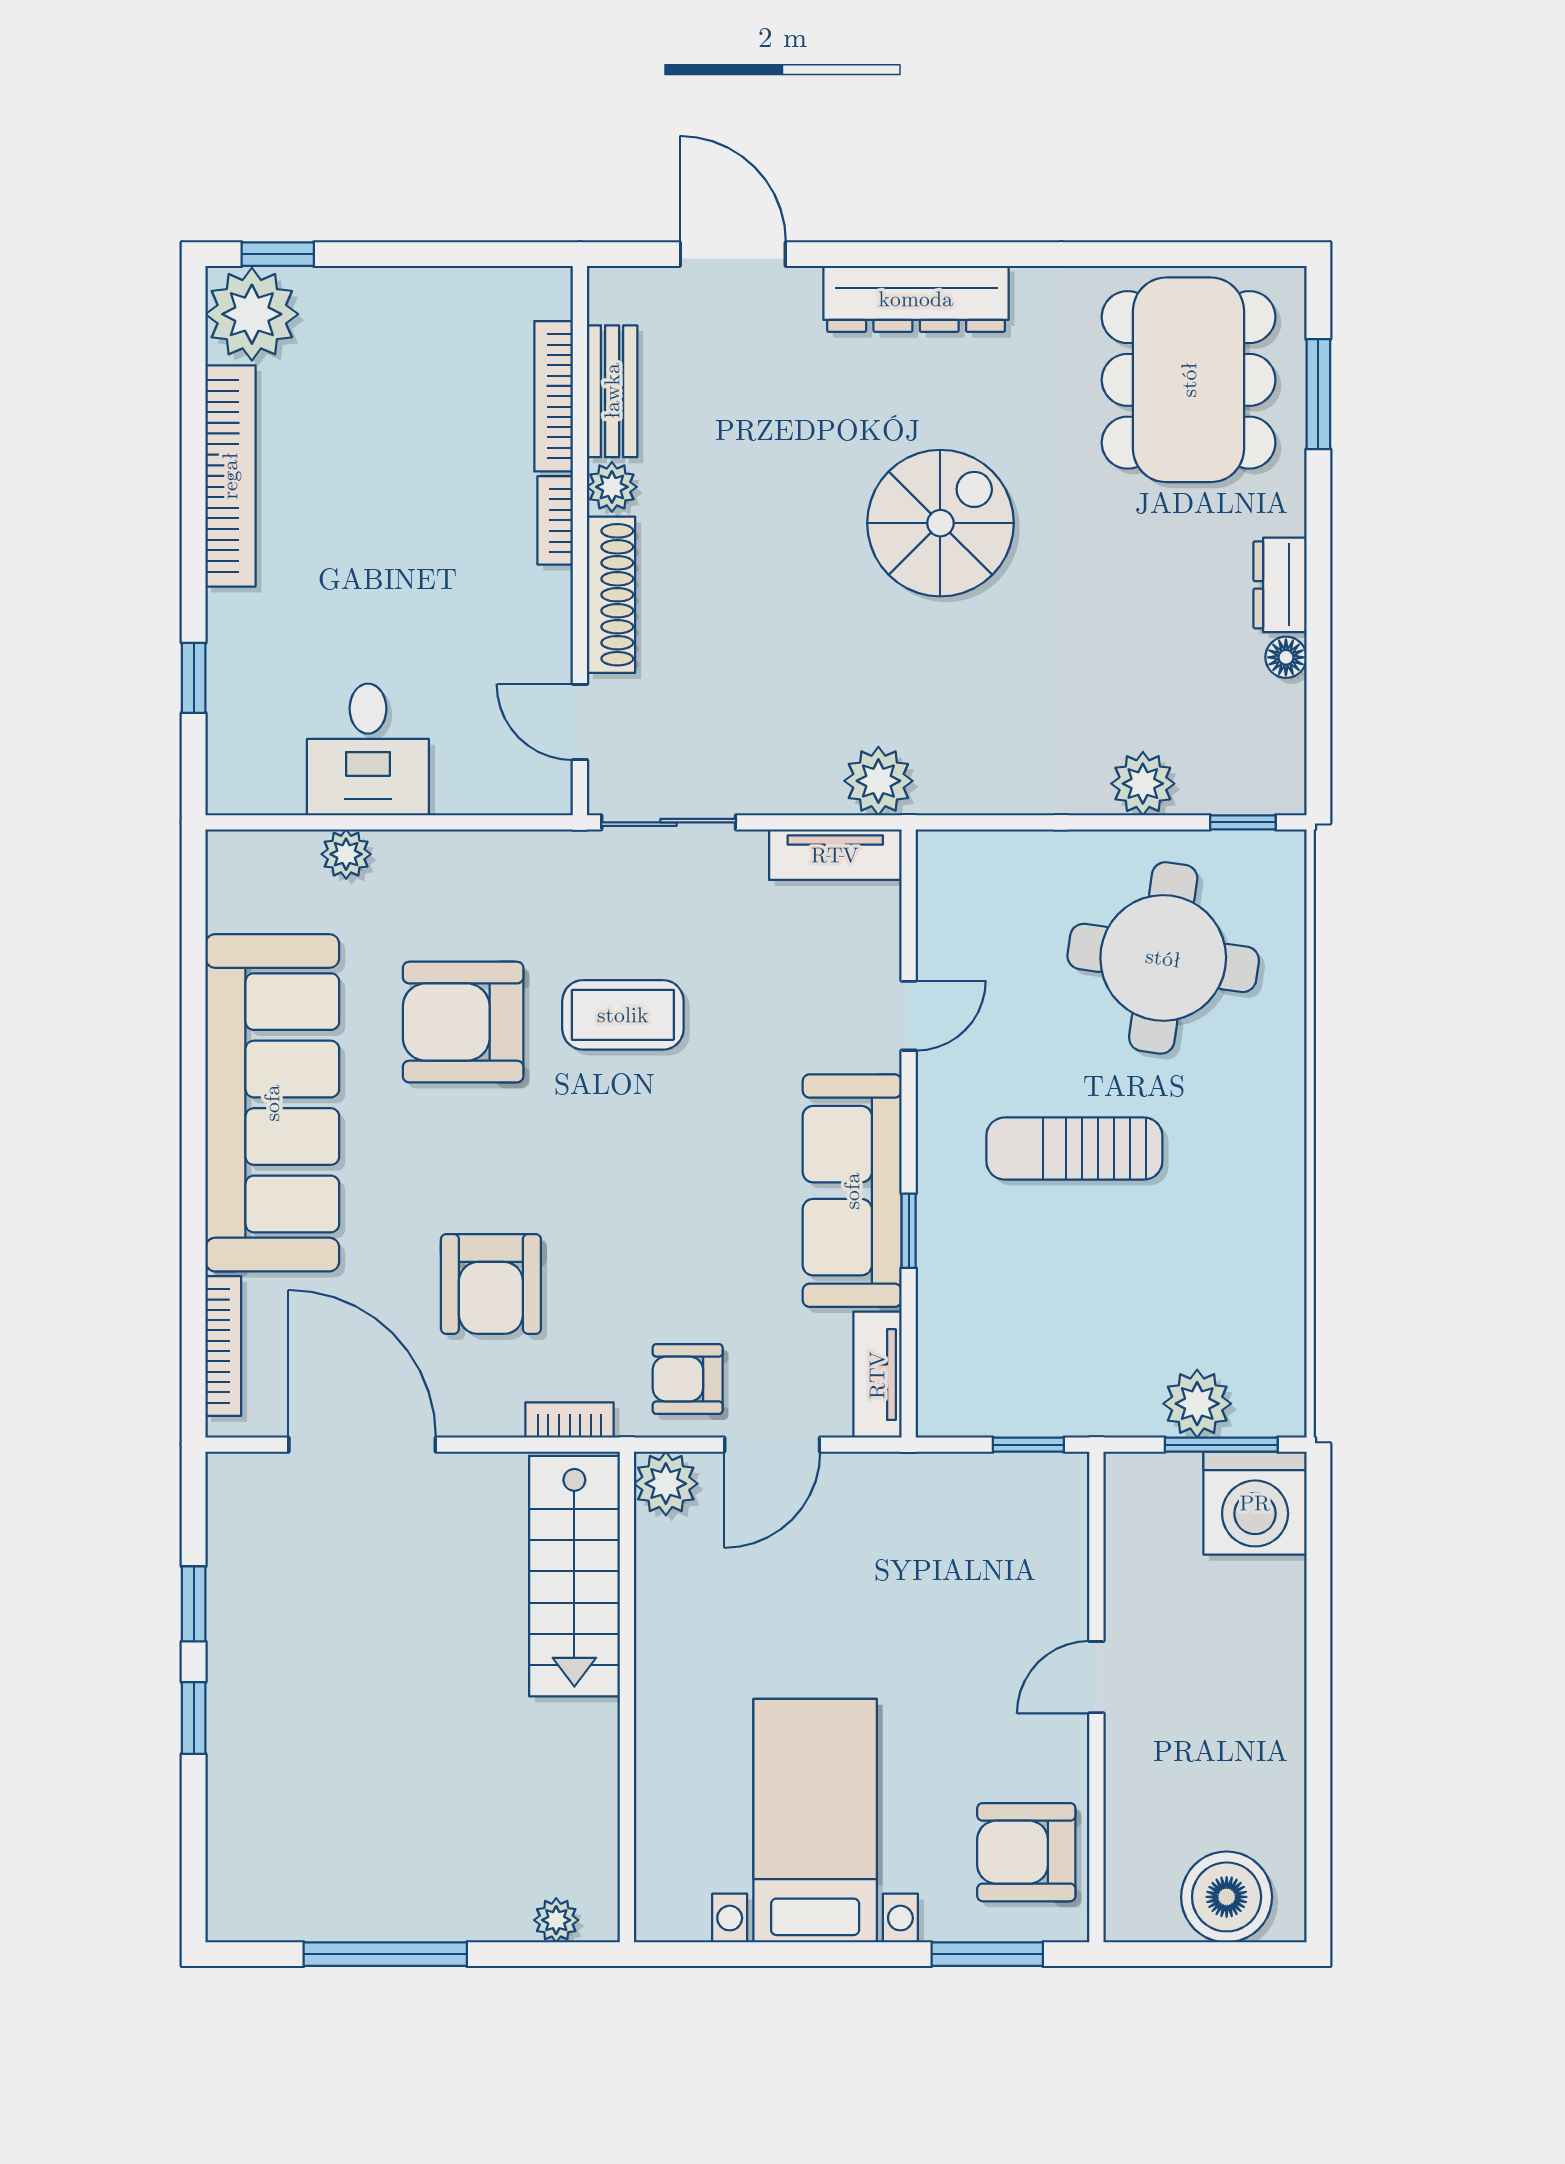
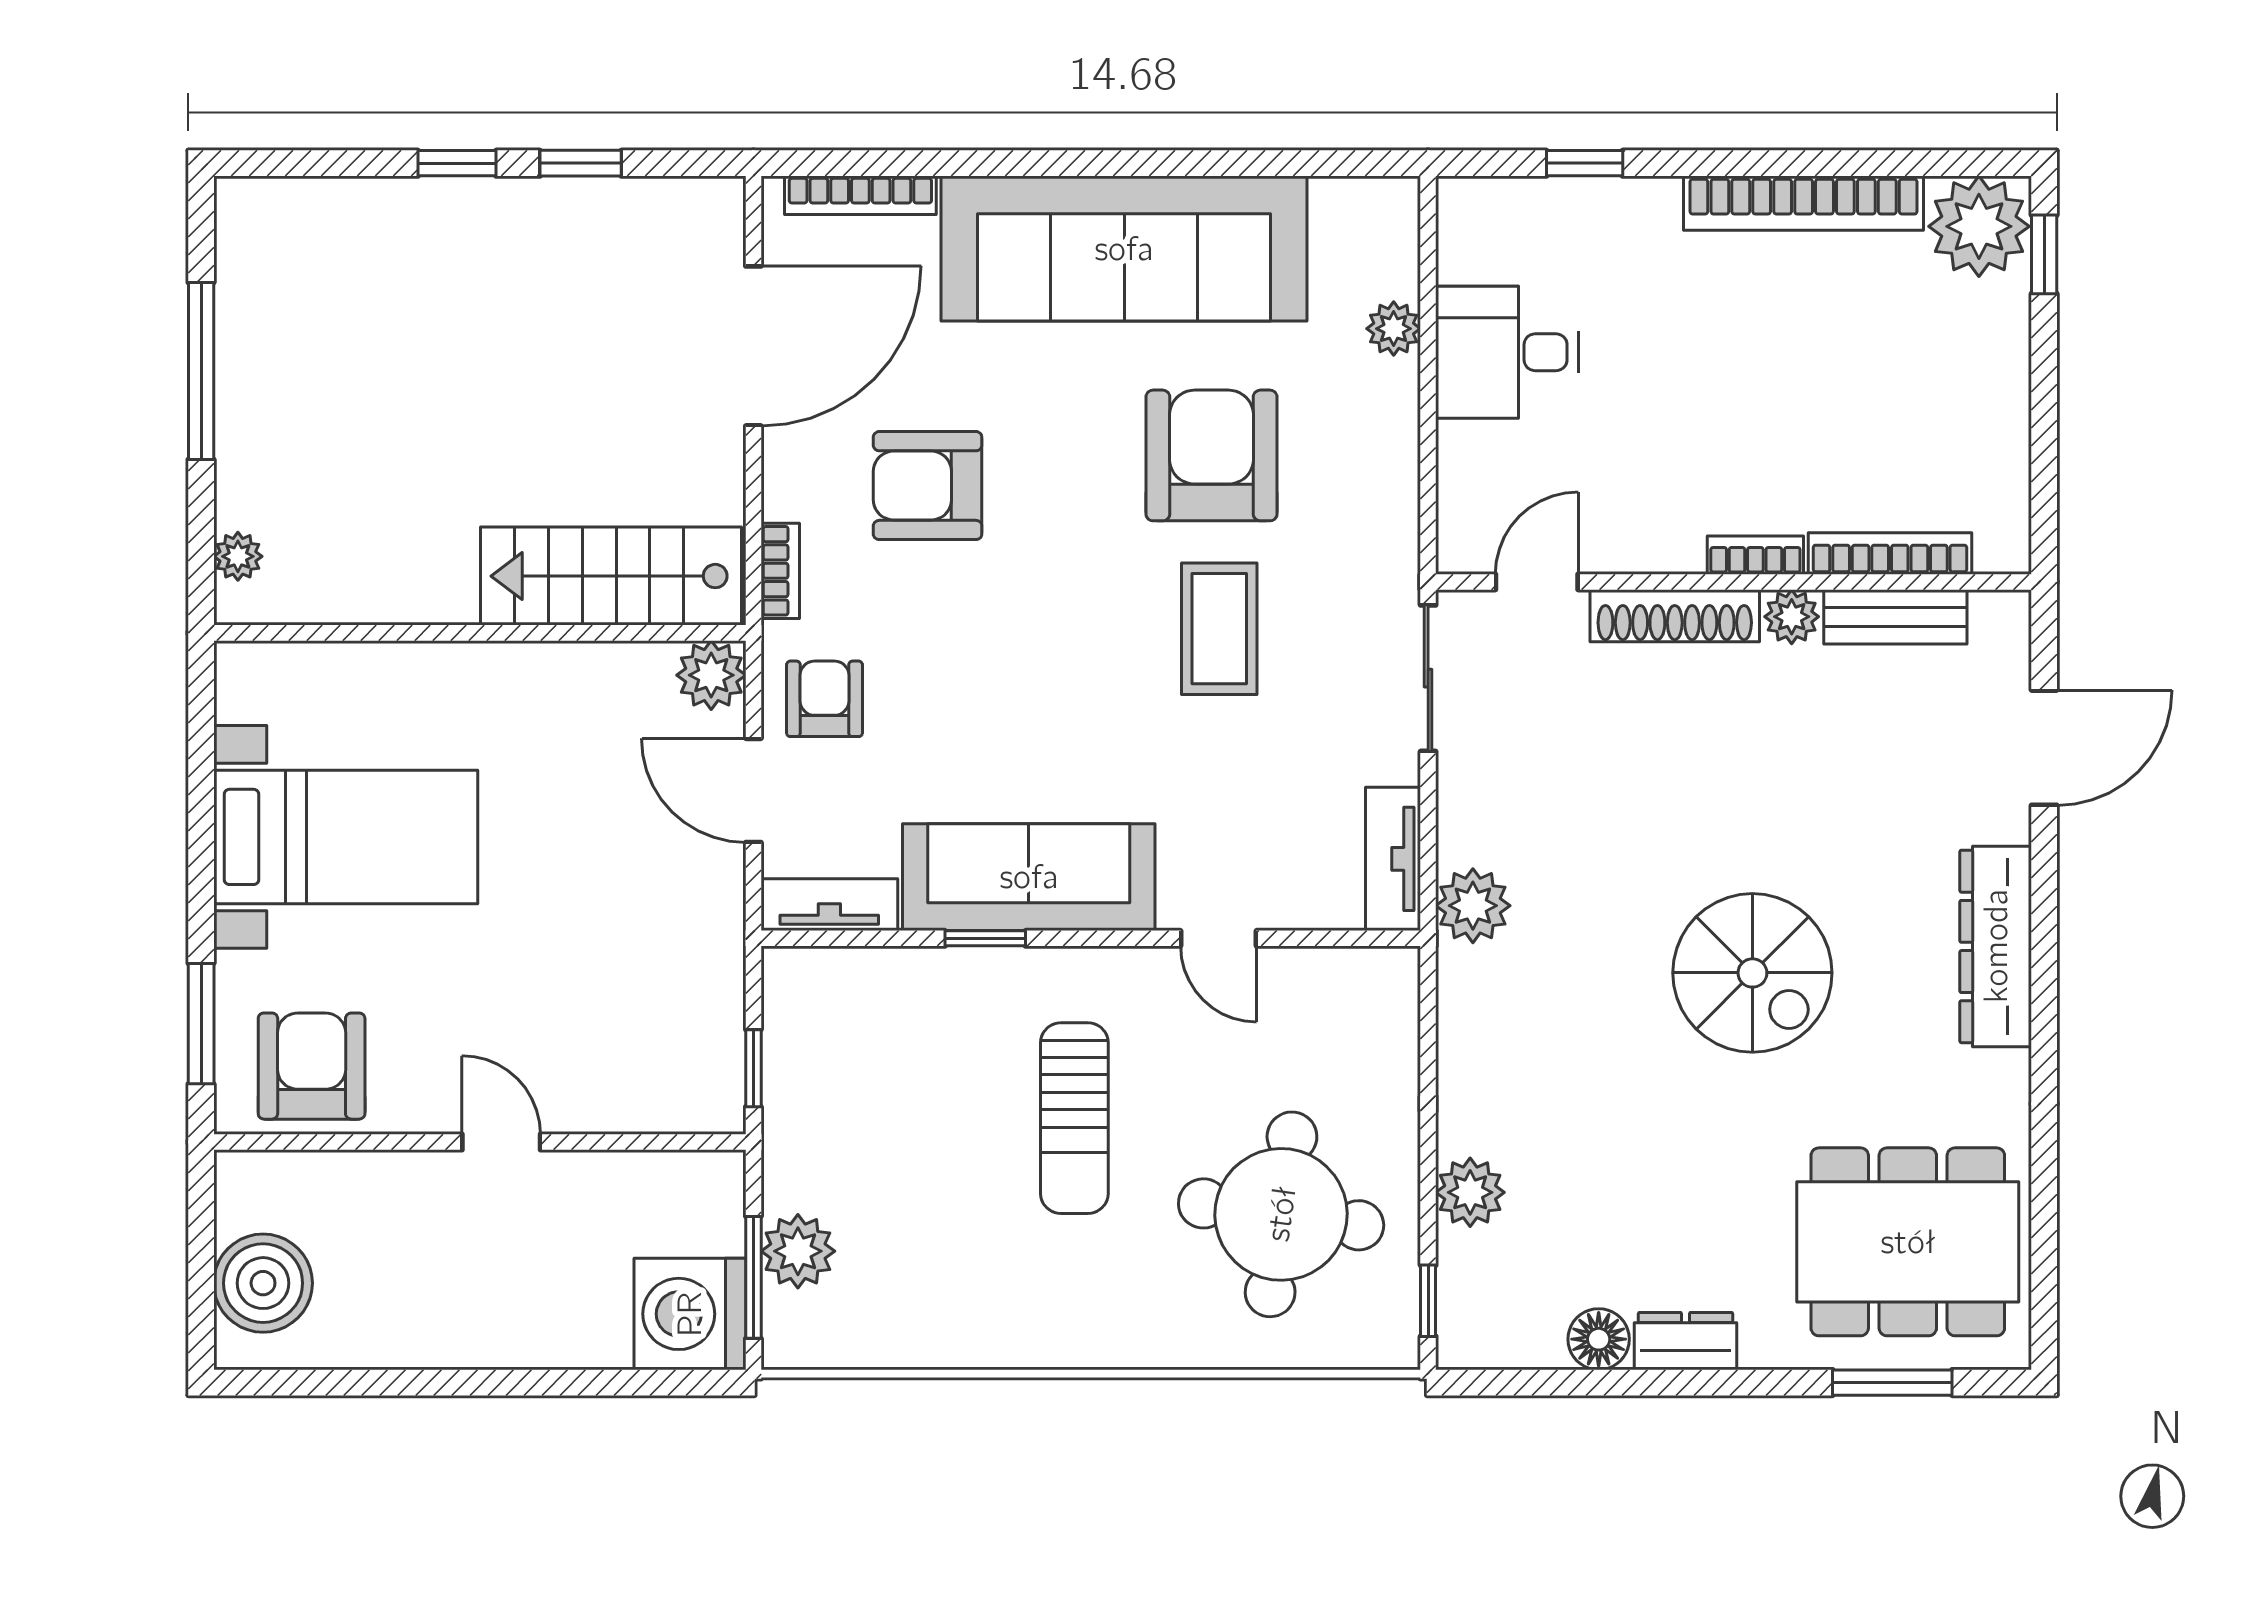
floor lamp: (1286, 657) -> (1599, 1339), width x1.37, depth x1.37
sun lounger: (1074, 1149) -> (1074, 1118), turned 180

